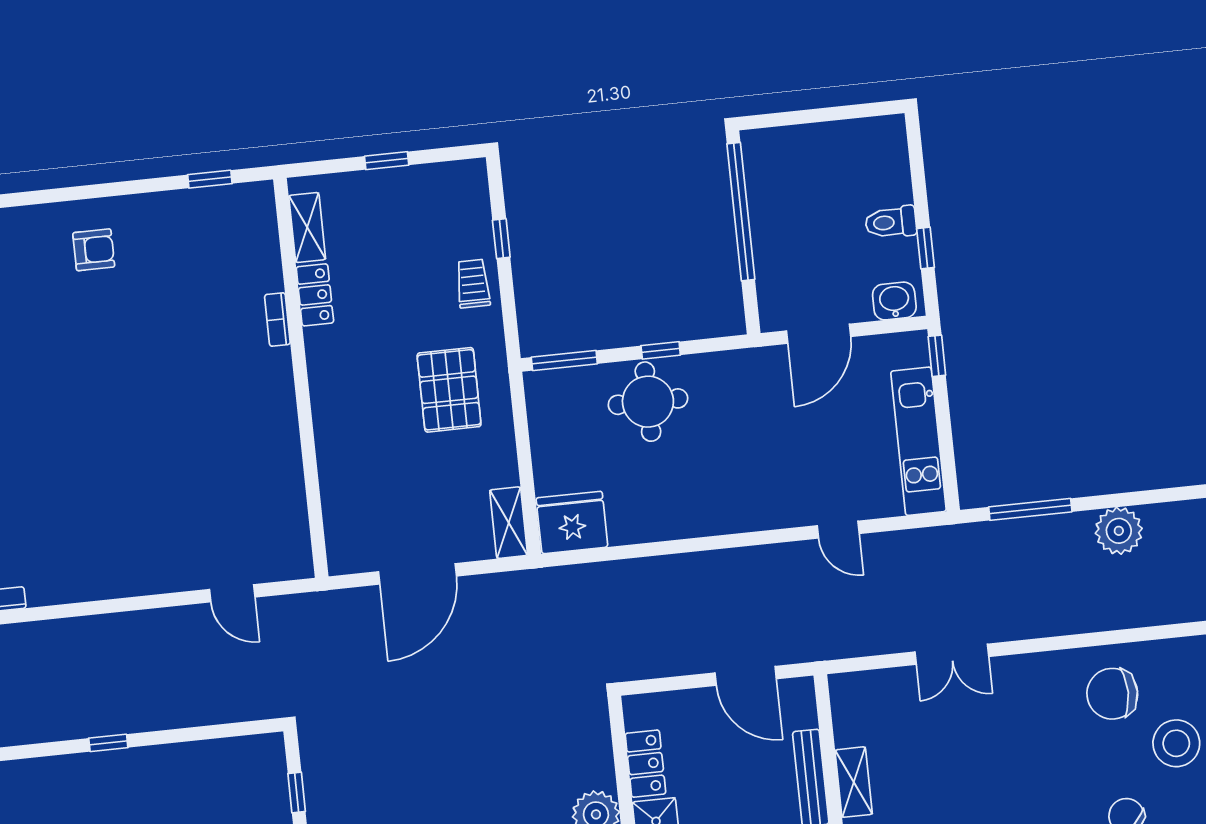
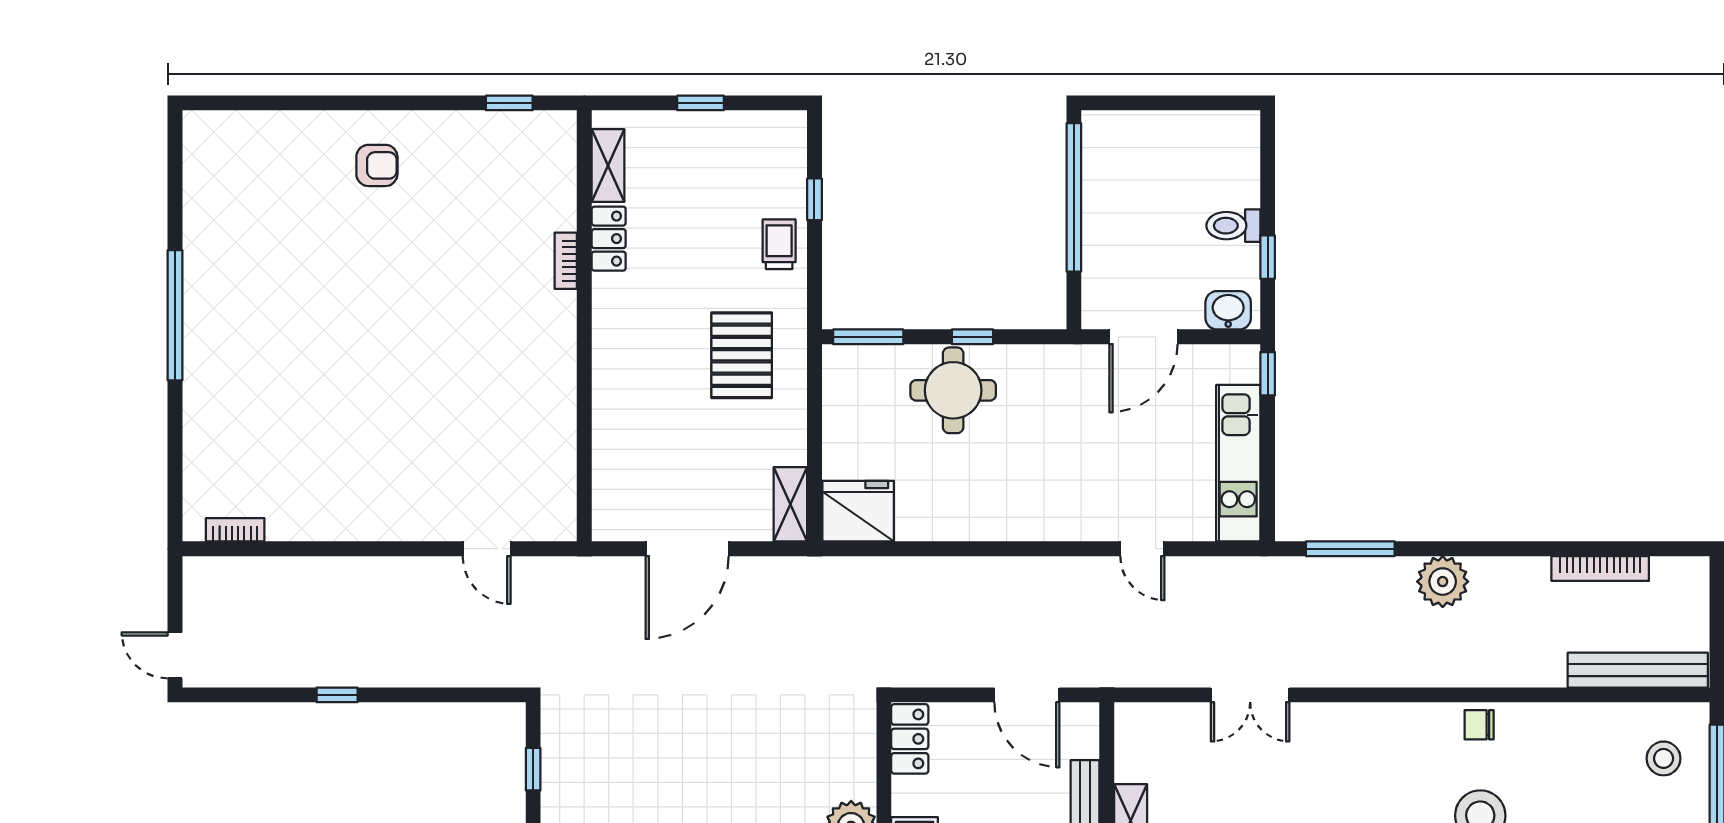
chair: (1112, 694) -> (1479, 725), moved, width x0.54, depth x0.54
locker: (645, 764) -> (910, 739), moved

